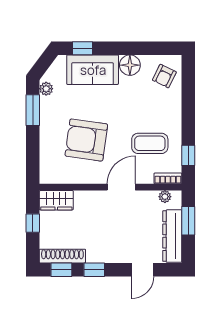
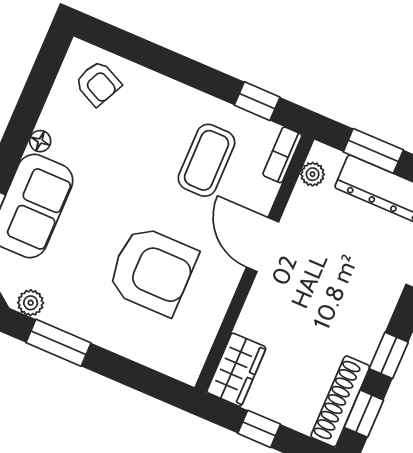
floor lamp: (130, 65) -> (40, 141), width x0.53, depth x0.53
armchair: (86, 140) -> (152, 271), turned -98

